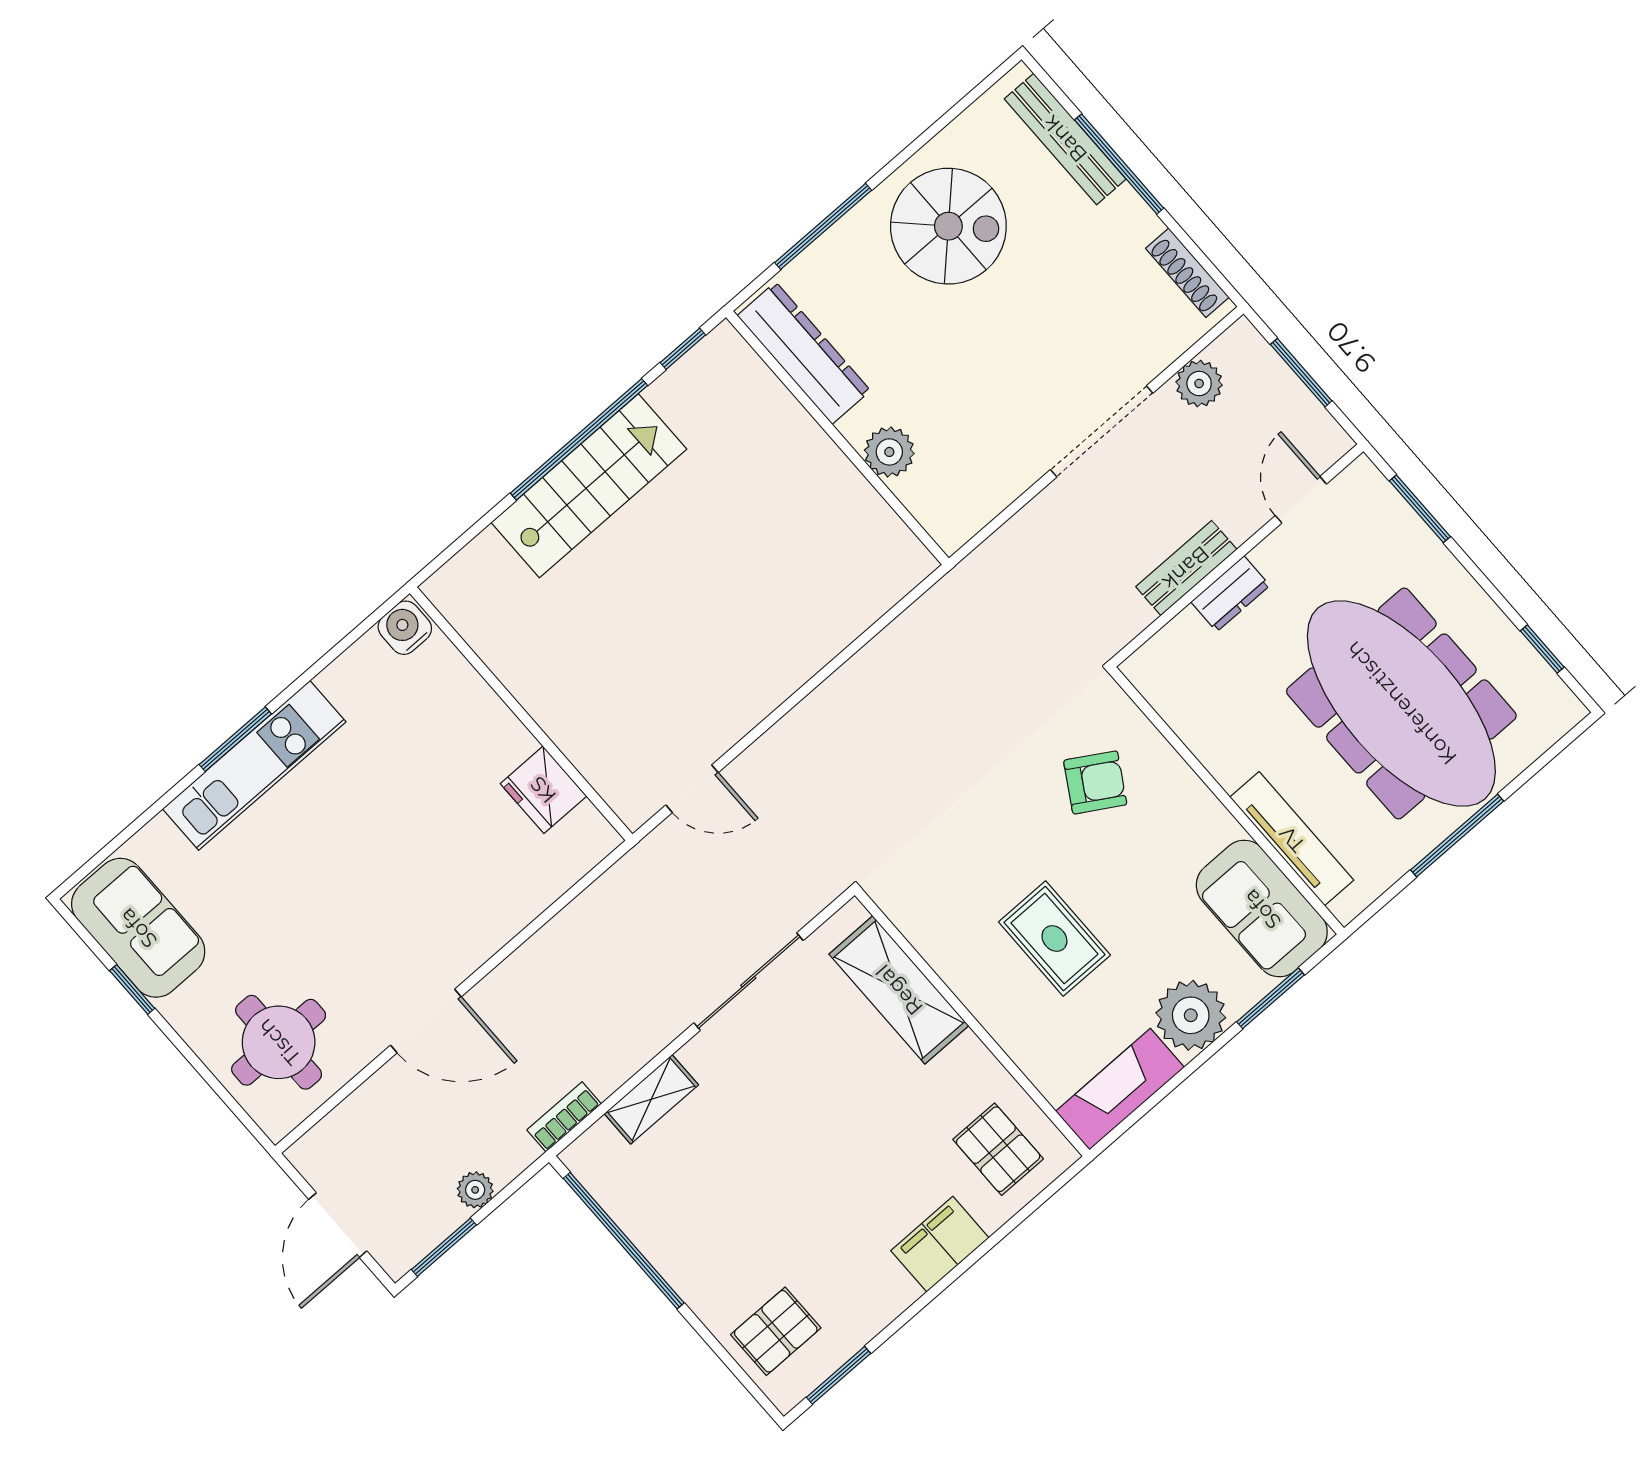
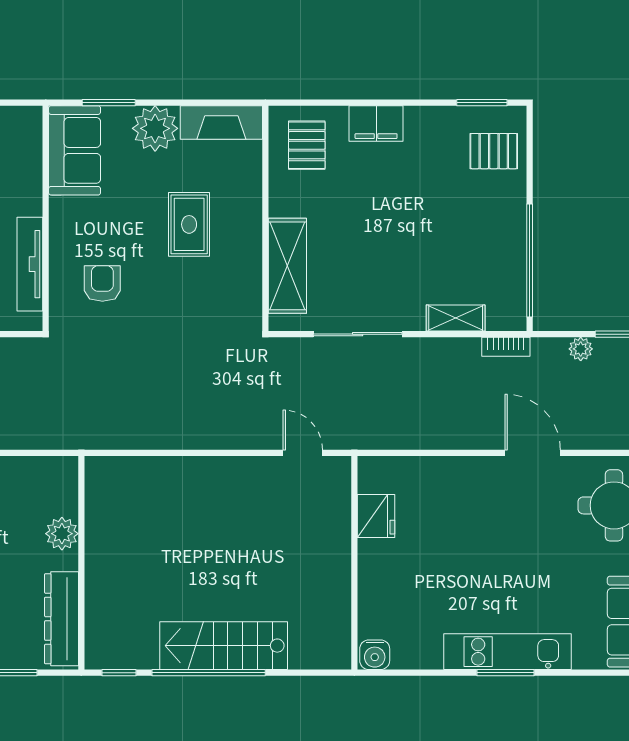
armchair: (1095, 782) -> (102, 283), turned 59
tv unit: (1292, 839) -> (30, 264), moved

